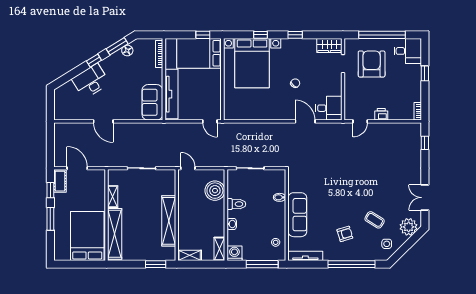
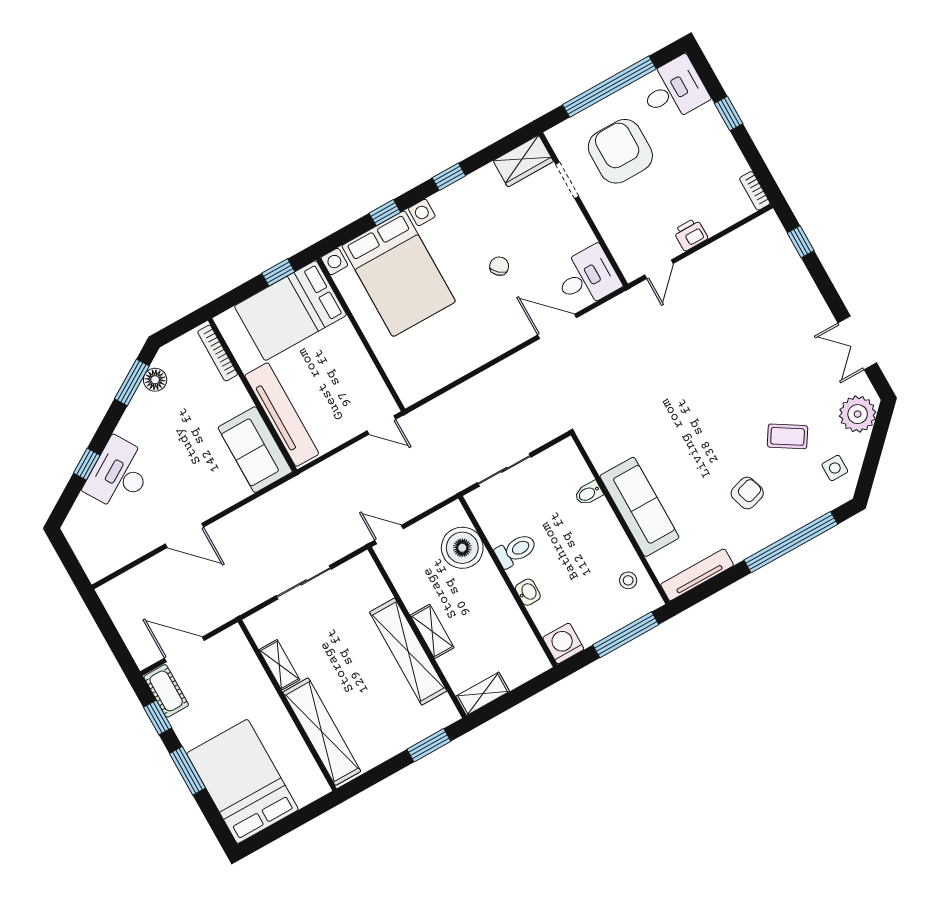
window: (94, 61) -> (87, 464), moved
bed: (87, 236) -> (242, 781), moved
shelving: (219, 249) -> (432, 631), moved

